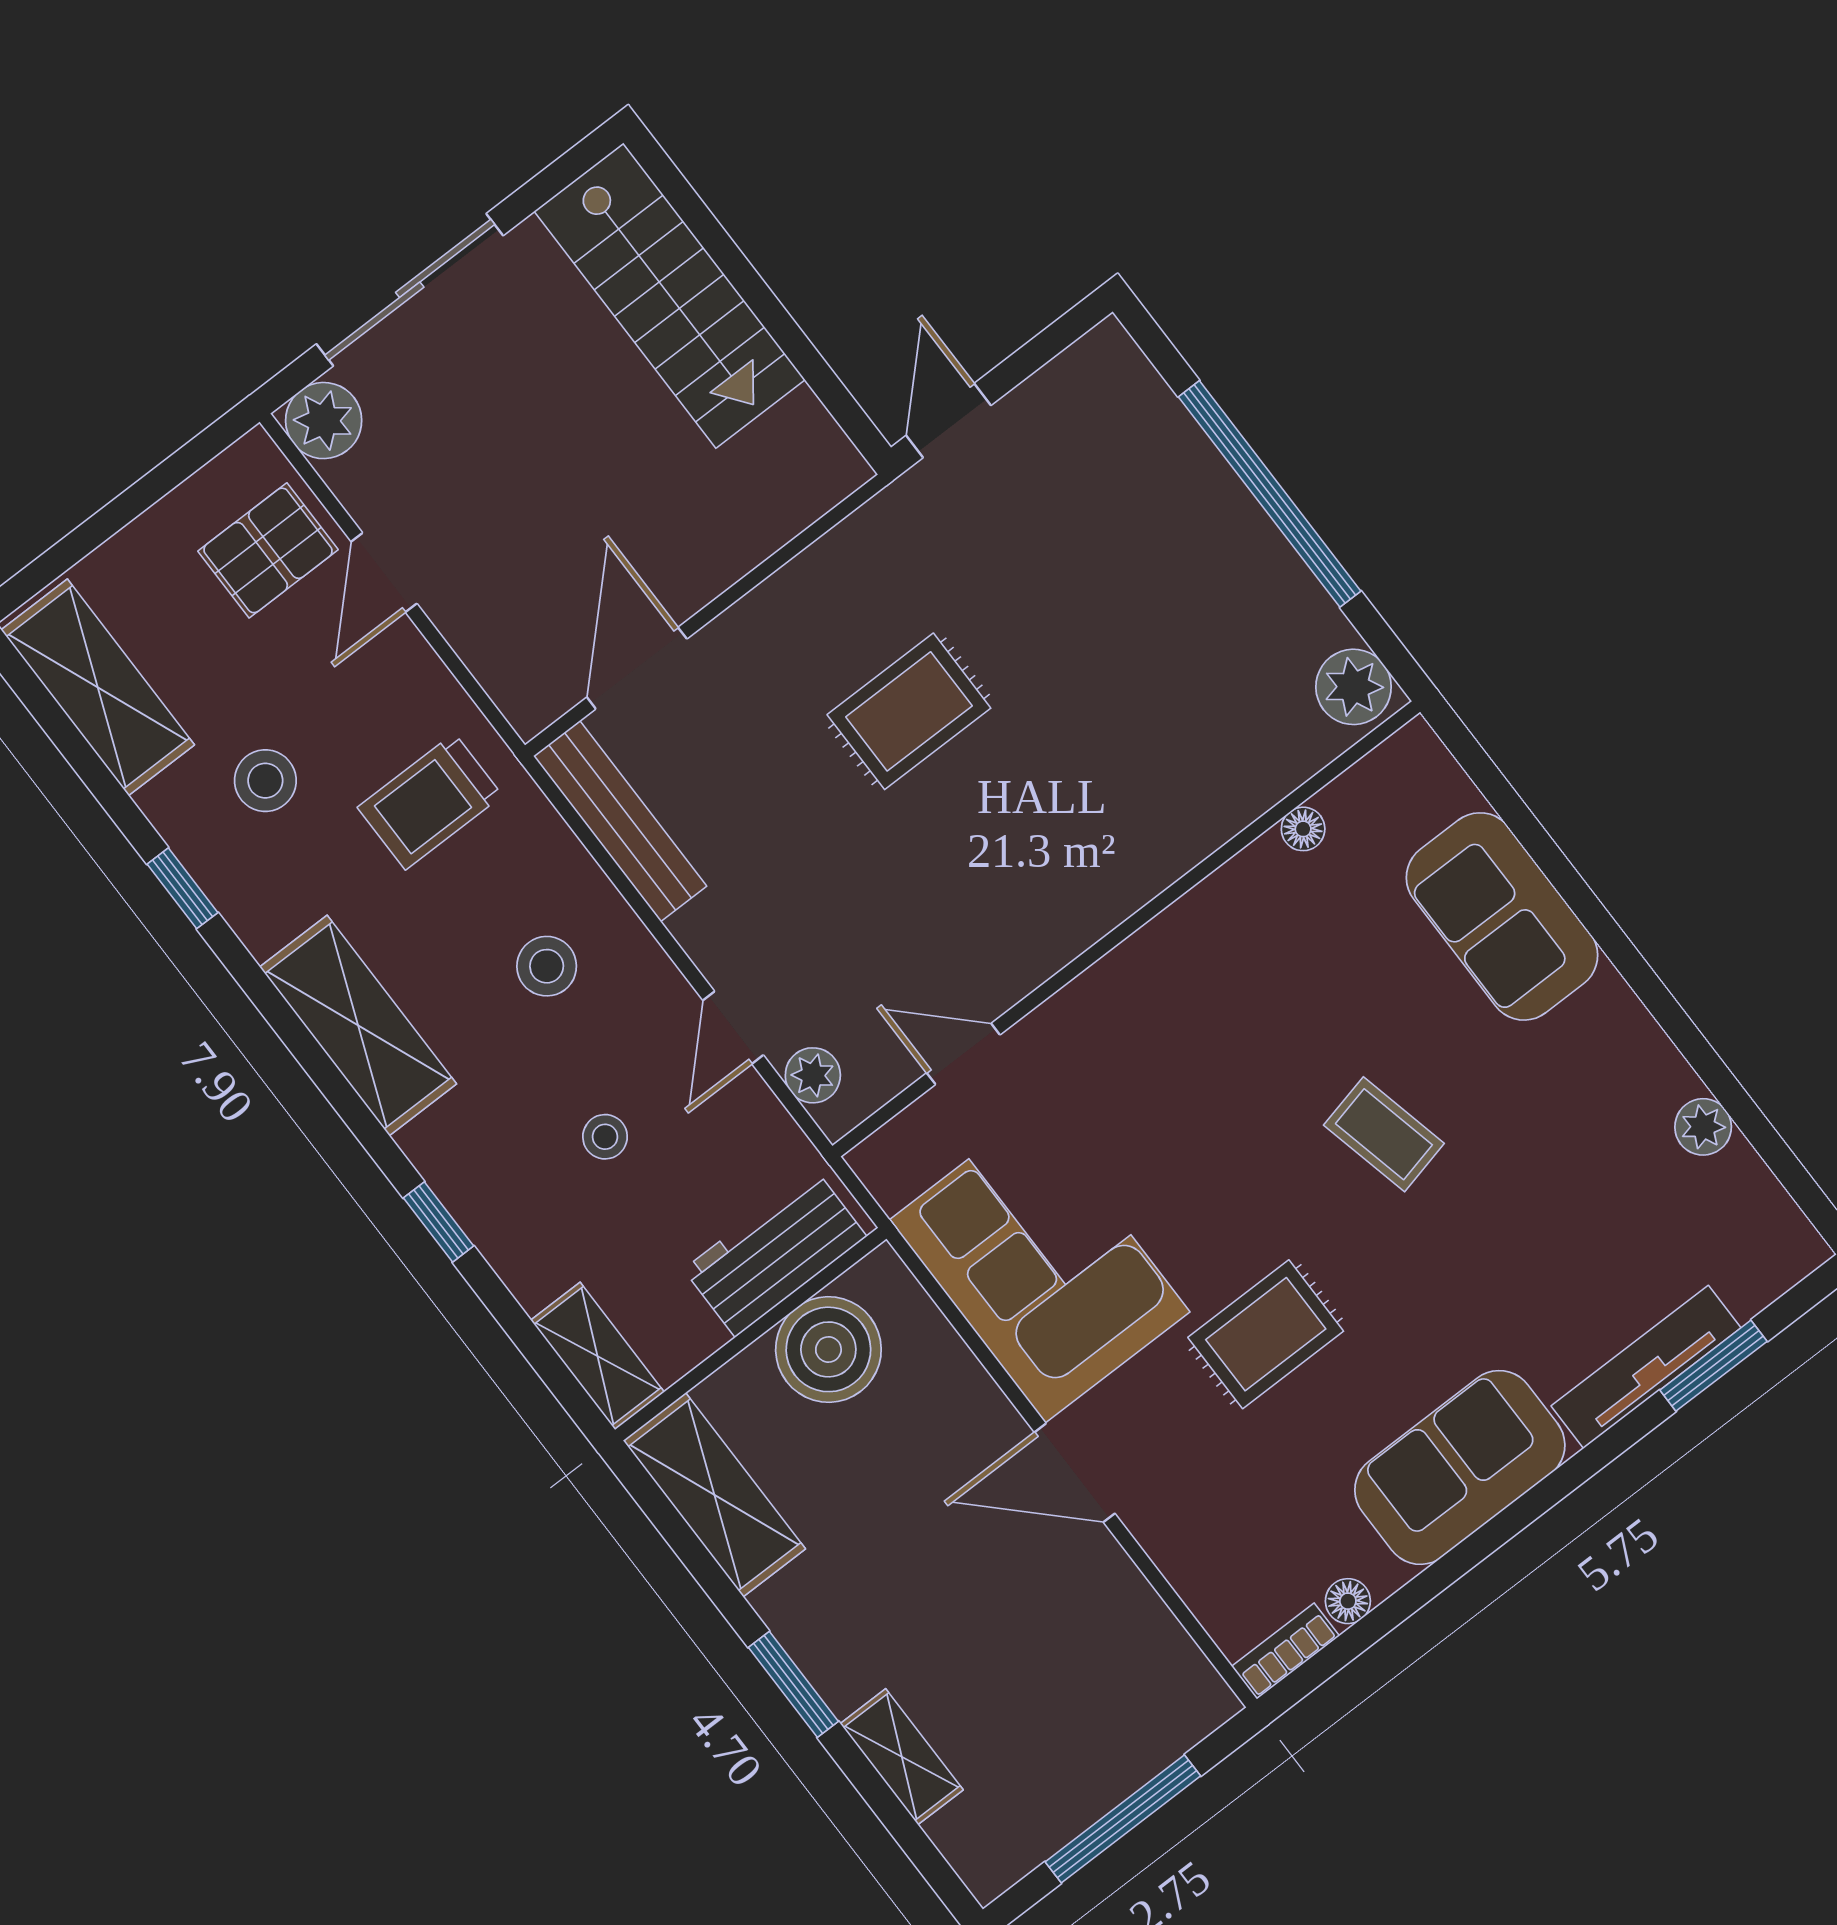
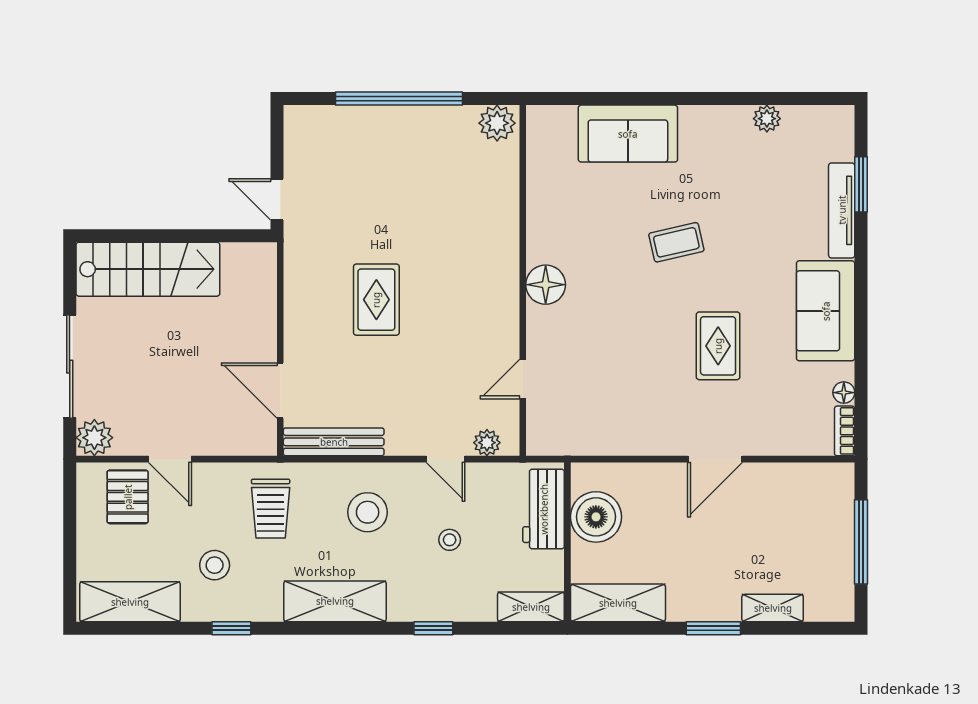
floor lamp: (1303, 829) -> (546, 285), moved, width x1.89, depth x1.89
stool: (547, 966) -> (368, 512), width x1.38, depth x1.38
corner sofa: (1040, 1266) -> (626, 412), removed

